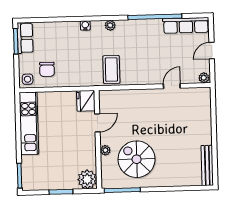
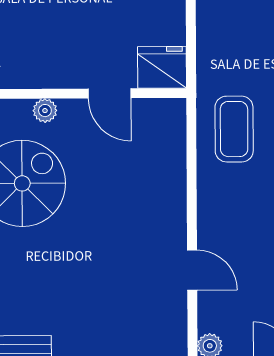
coffee table: (111, 70) -> (234, 129), turned 90

